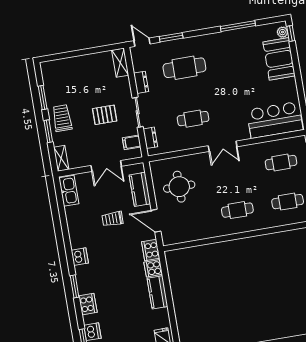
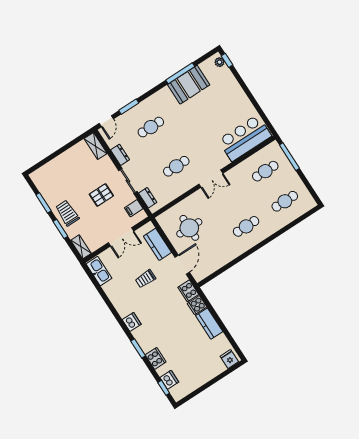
door: (142, 42) -> (106, 121), swing flipped
booth: (279, 59) -> (189, 85), moved, turned 90
cafe table: (184, 68) -> (151, 127), width x0.73, depth x0.74
door: (156, 221) -> (182, 265), swing flipped

